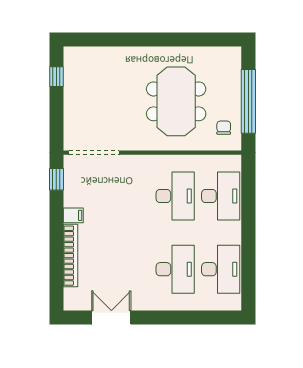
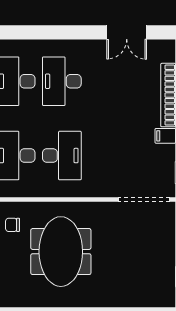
chair: (224, 128) -> (13, 225), turned 90
desk: (175, 196) -> (62, 156), turned 180

